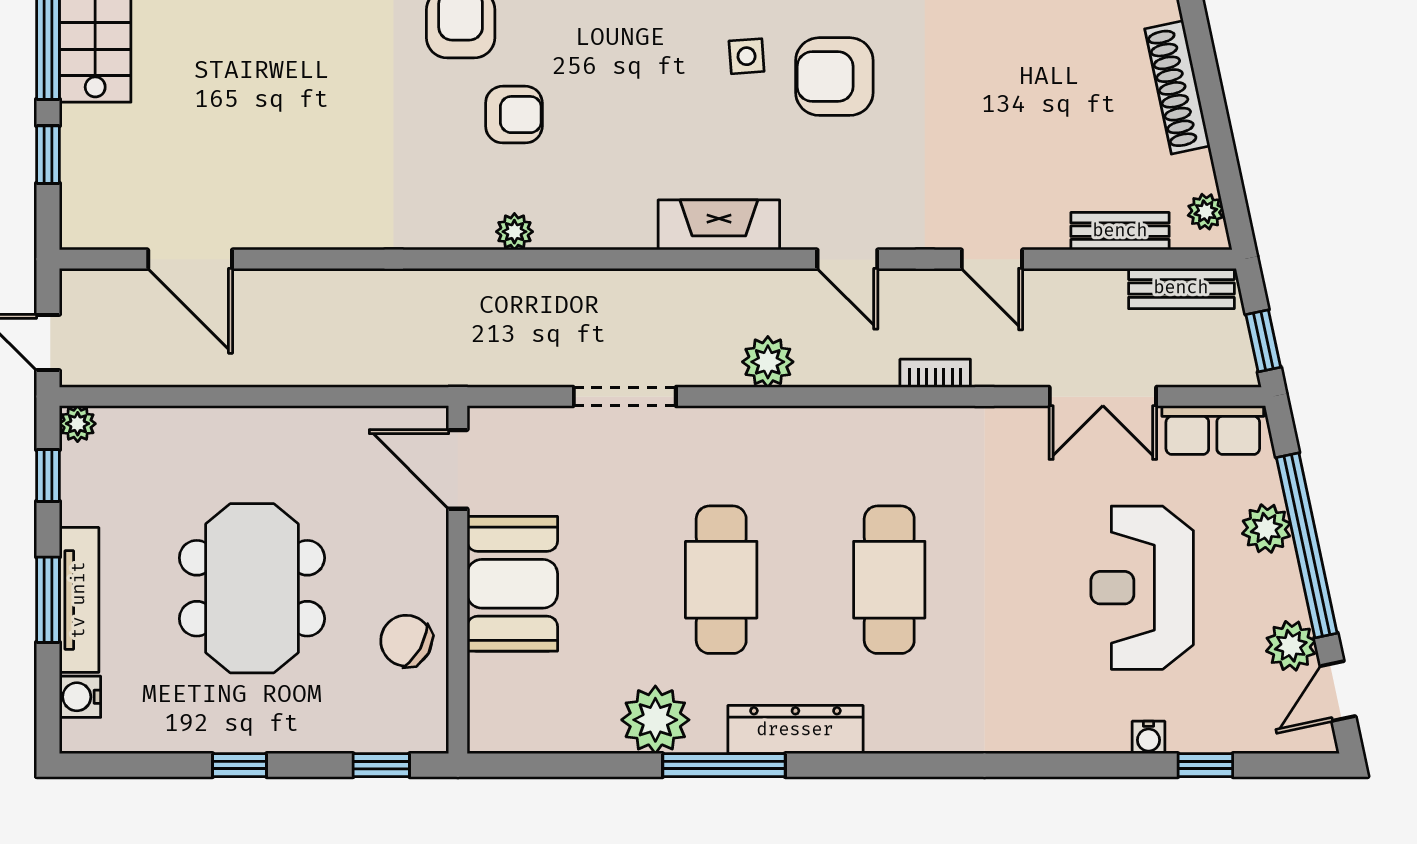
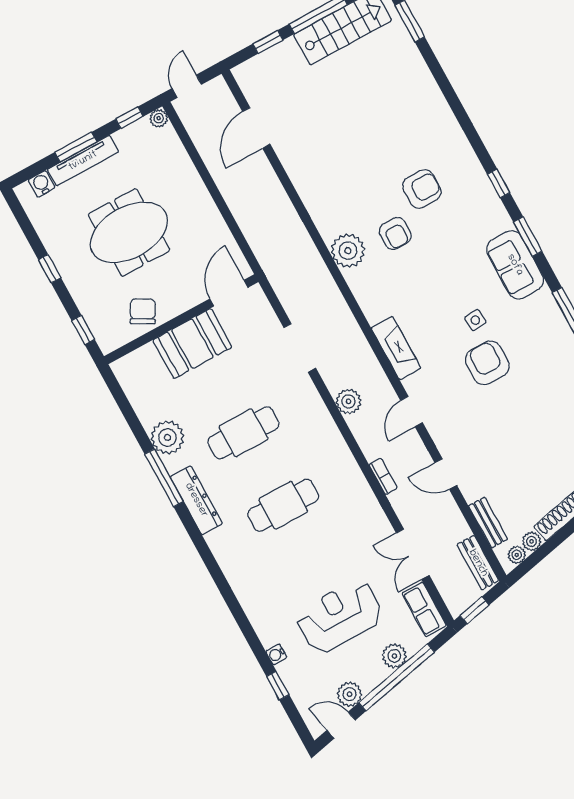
plant: (1196, 172) -> (532, 541), added
plant: (514, 232) -> (348, 251), width x1.87, depth x1.87
door: (992, 259) -> (446, 474), hinge flipped

